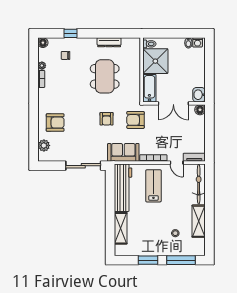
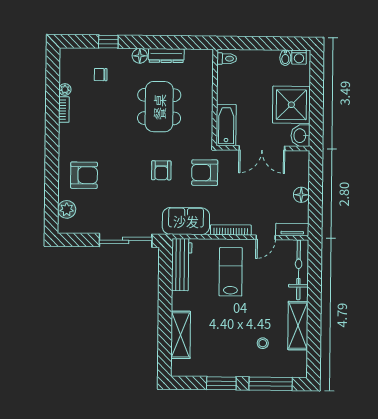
floor lamp: (43, 43) -> (140, 56), moved
shower: (155, 61) -> (291, 105), moved
floor lamp: (200, 110) -> (301, 195), moved
door: (177, 163) -> (266, 237), hinge flipped
workbench: (123, 188) -> (182, 265), width x0.73, depth x0.76

